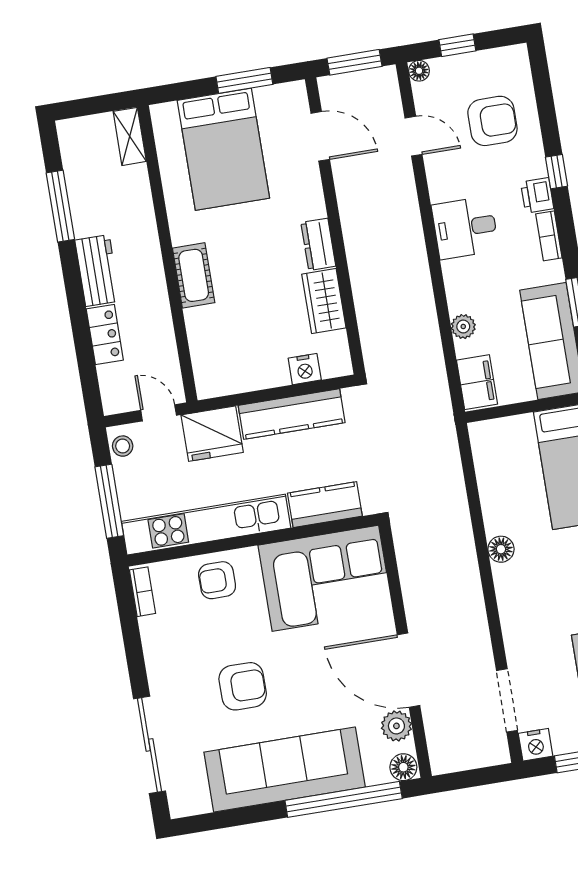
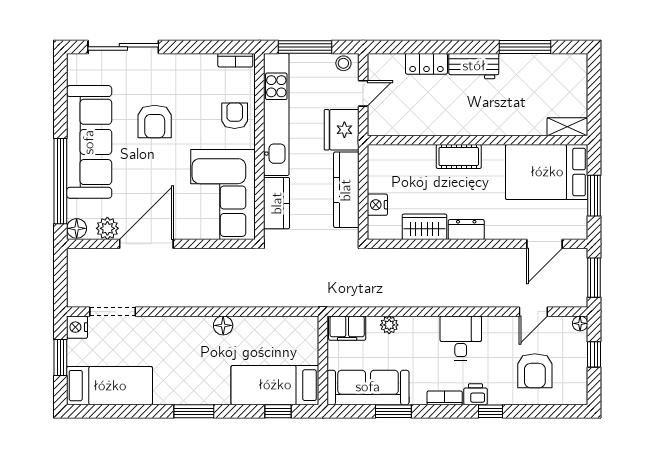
shelving: (130, 136) -> (567, 127), moved
wall: (167, 254) -> (478, 140), moved
cot: (194, 275) -> (459, 157), moved

